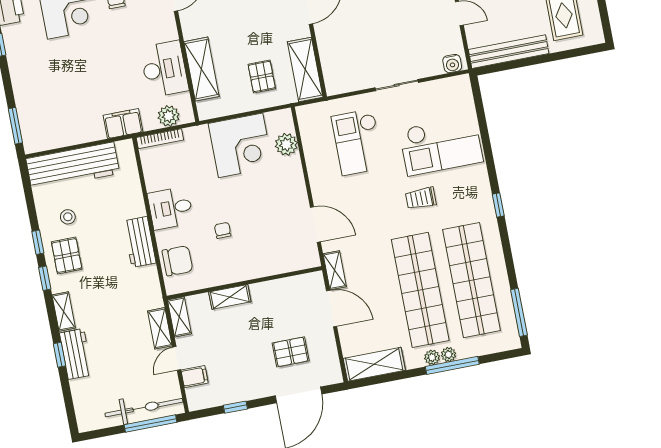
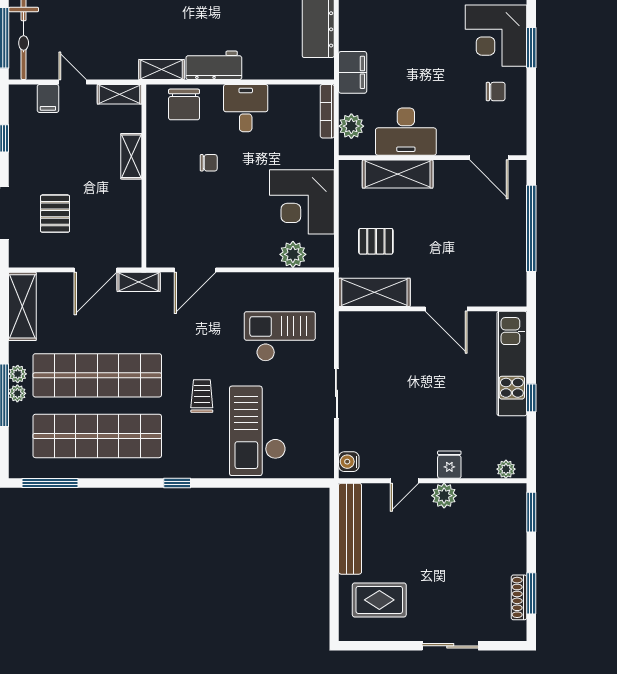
shelving: (160, 328) -> (161, 69), moved

